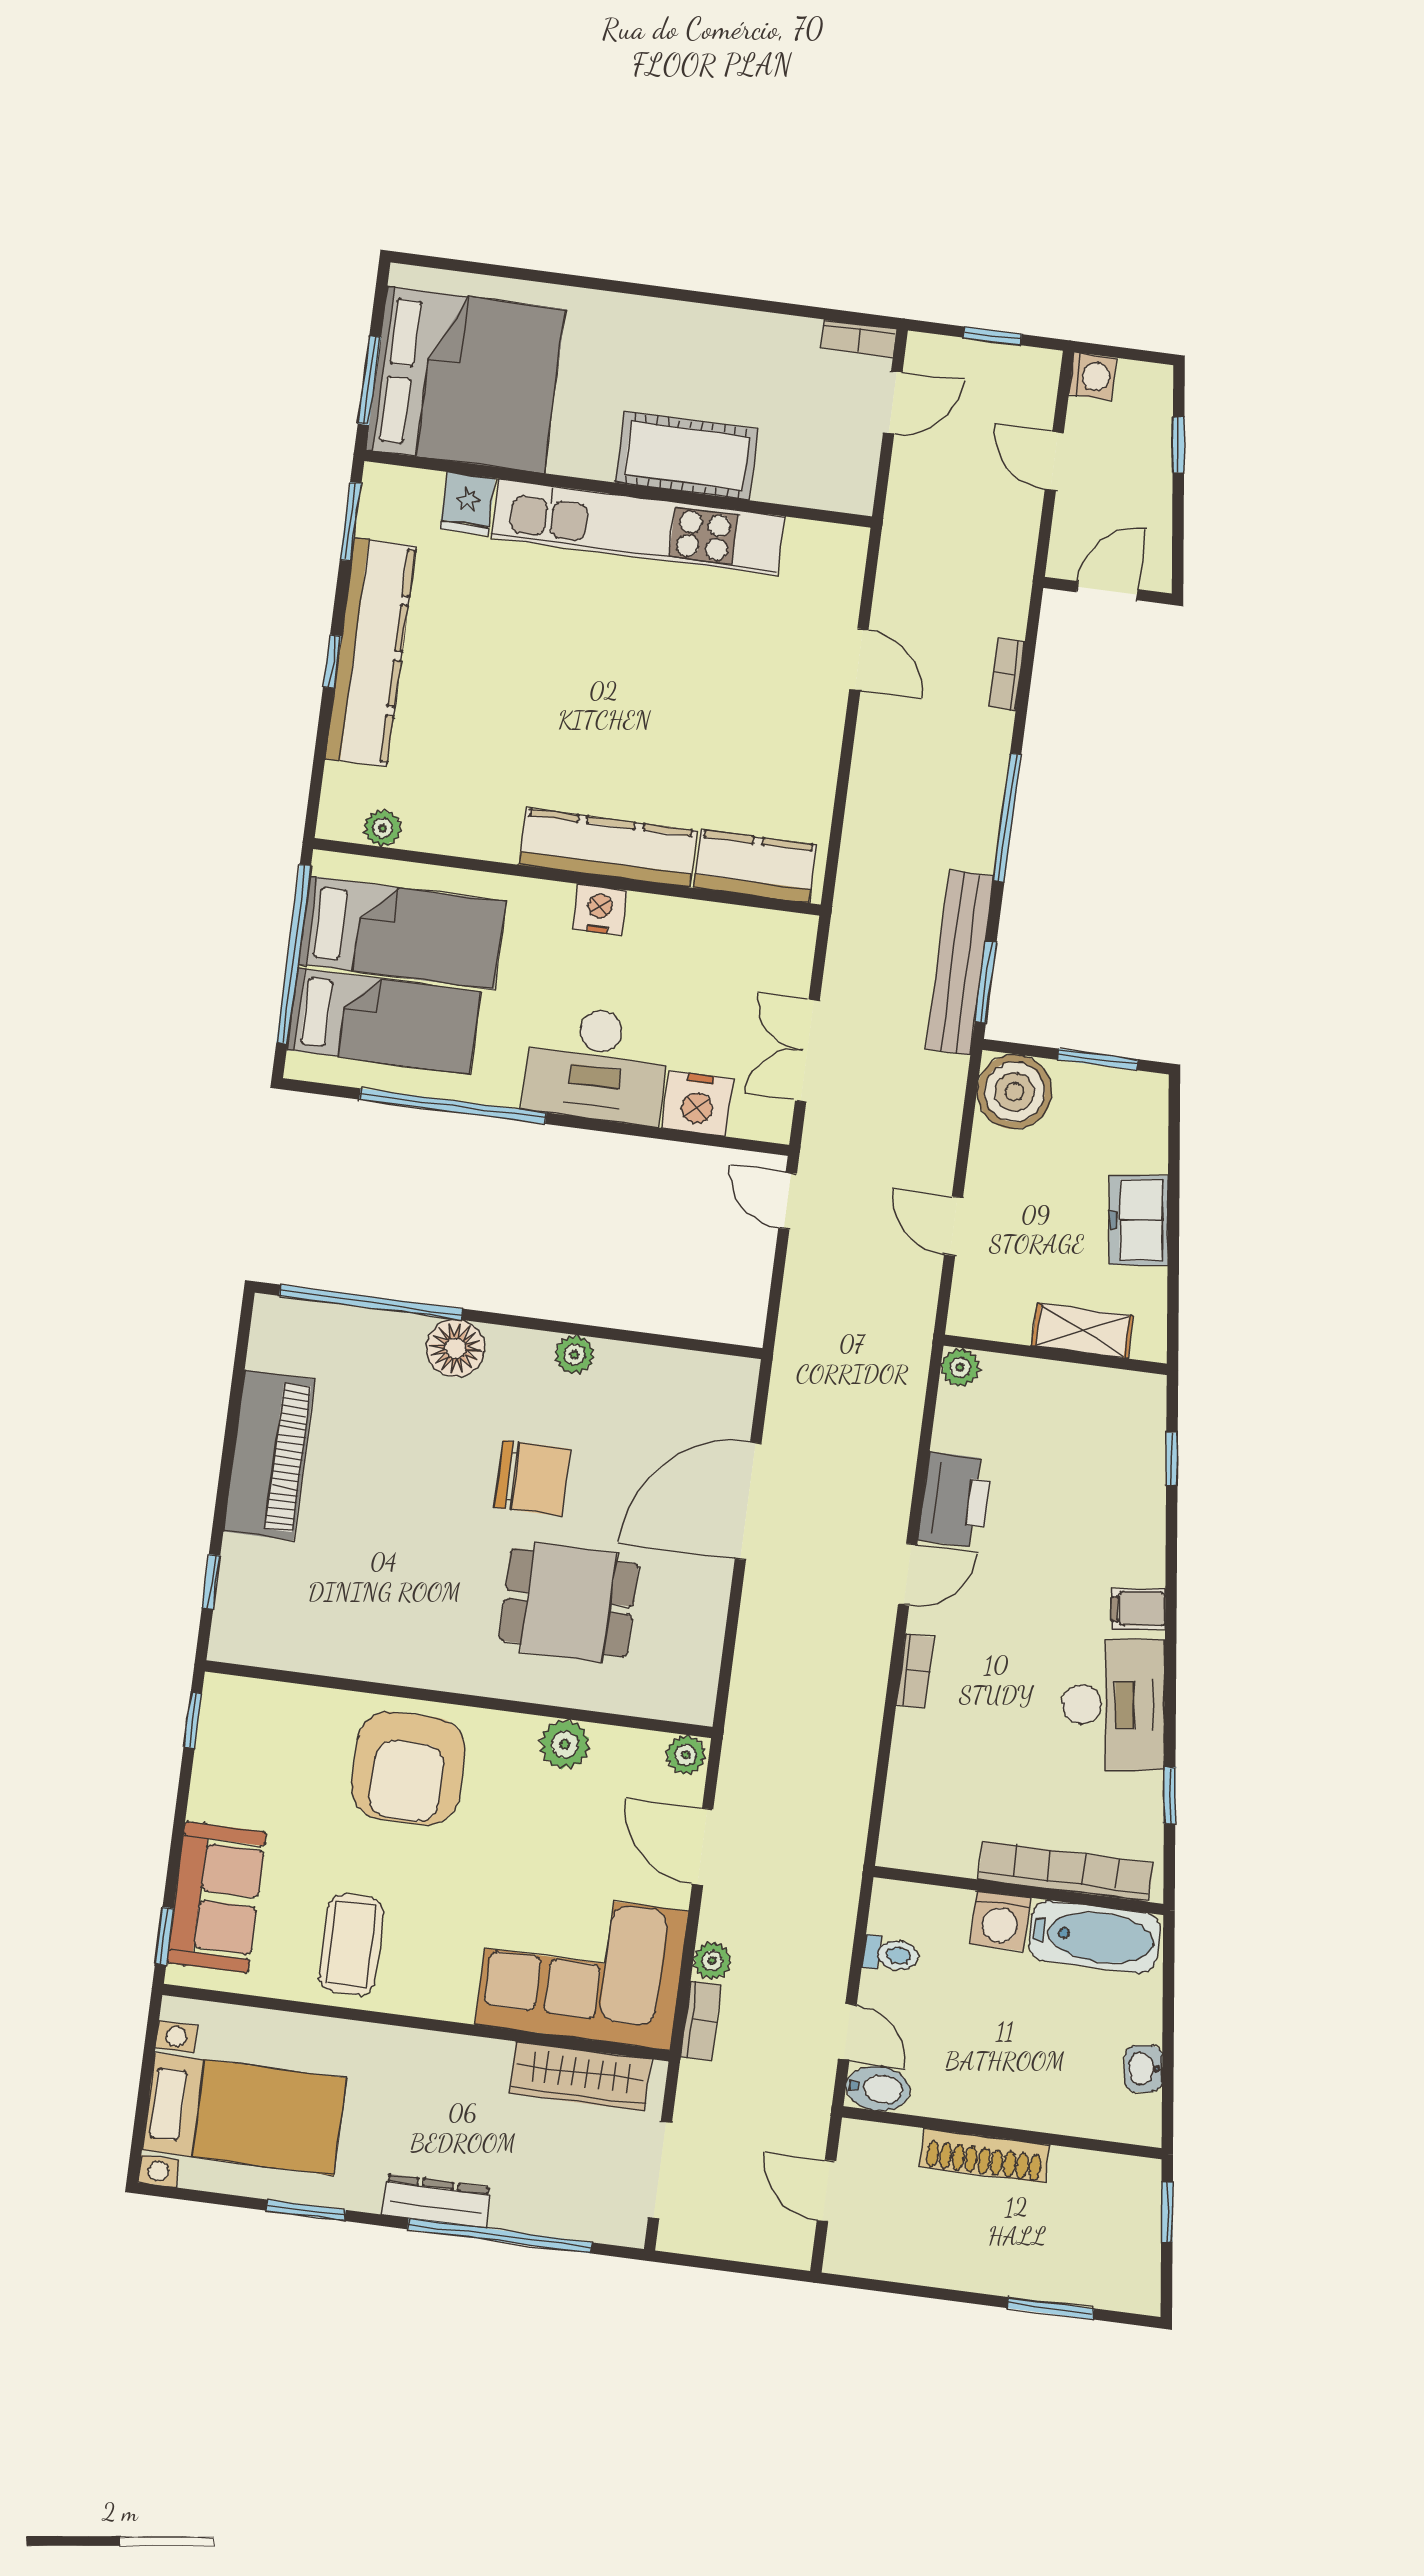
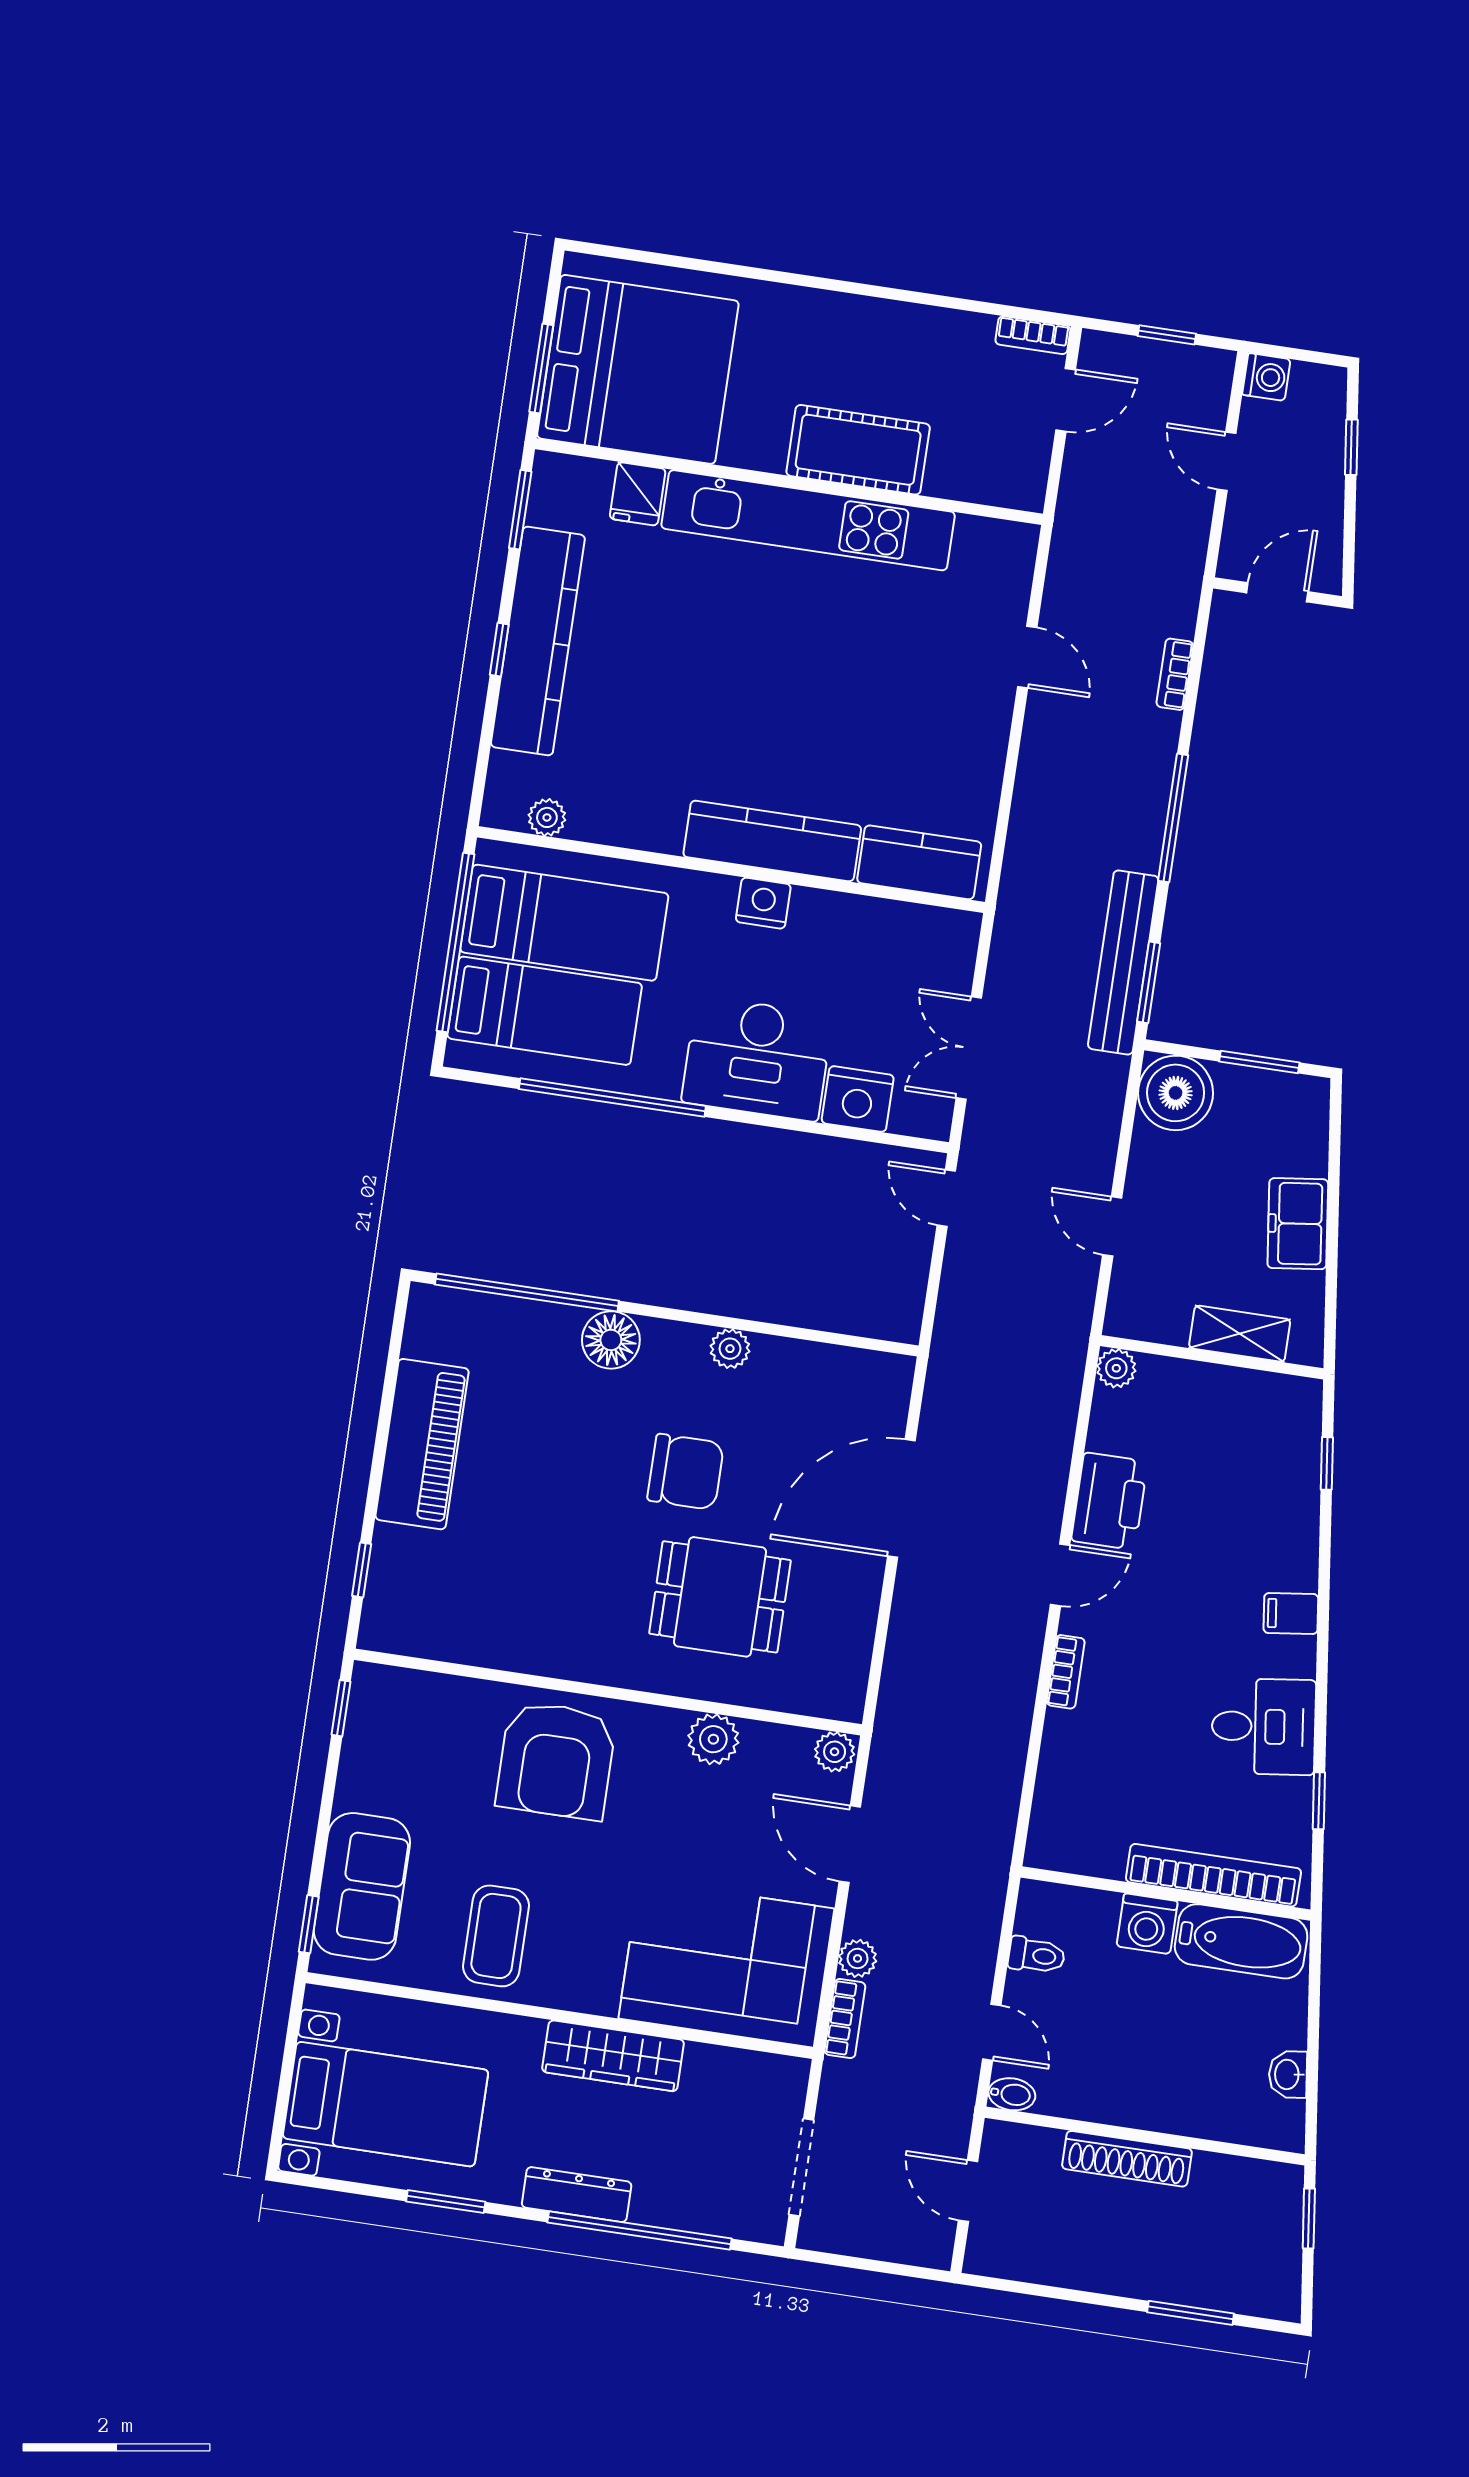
desk: (1113, 1705) -> (1264, 1727), width x0.73
wardrobe: (580, 2076) -> (613, 2056), moved
bidet: (878, 2088) -> (1012, 2094), width x0.72, depth x0.74

